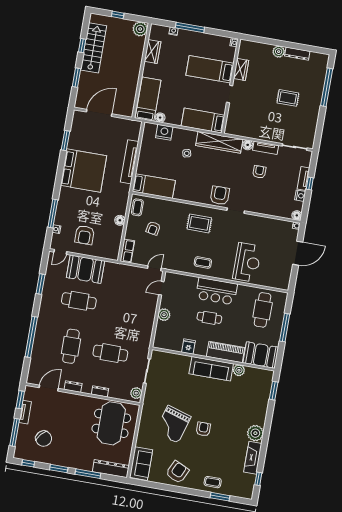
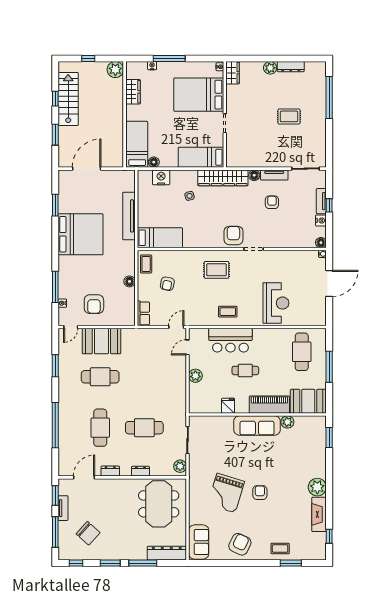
bed: (210, 69) -> (199, 95), width x1.50
wardrobe: (241, 69) -> (233, 73), moved
bar counter: (216, 291) -> (230, 340), moved

